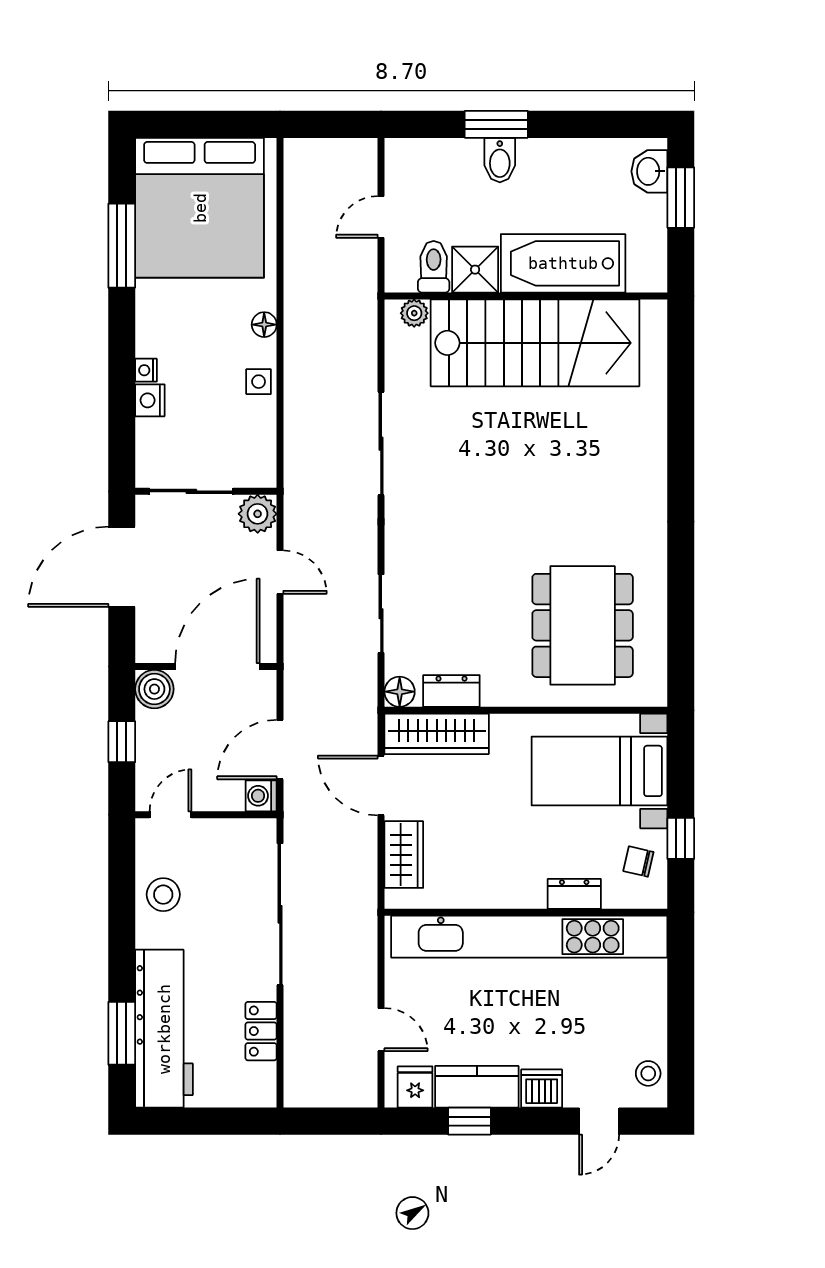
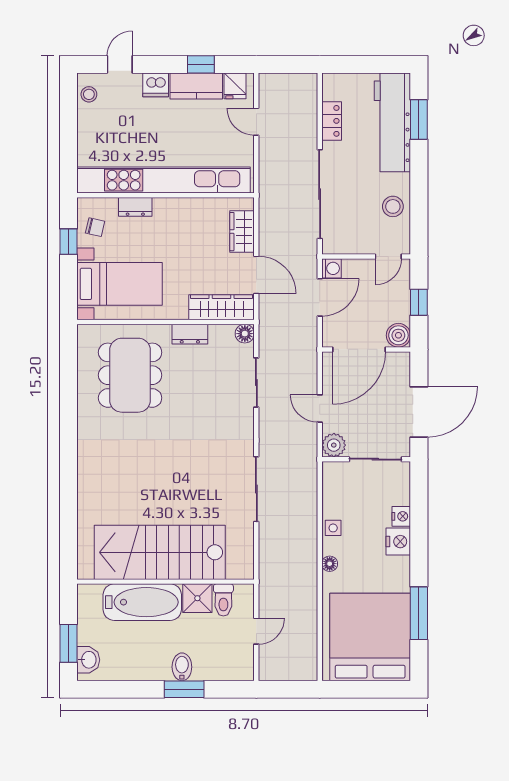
plant: (414, 313) -> (236, 571), removed
nightstand: (146, 370) -> (398, 542), width x1.89, depth x1.79
dresser: (451, 691) -> (190, 334), moved

